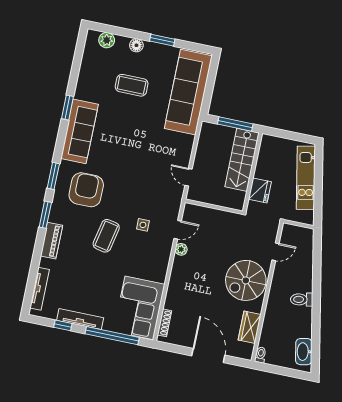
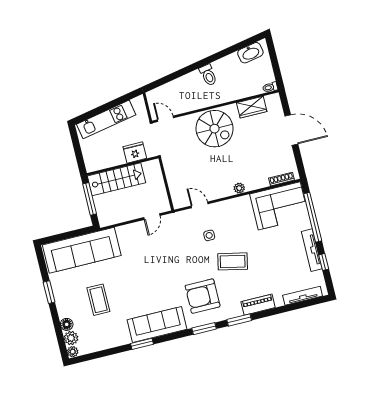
plant: (92, 35) -> (73, 352), added
floor lamp: (136, 45) -> (67, 324), moved
plant: (181, 249) -> (239, 188), moved
door: (276, 252) -> (166, 119), moved
door: (208, 356) -> (291, 130), swing flipped

